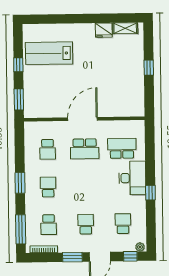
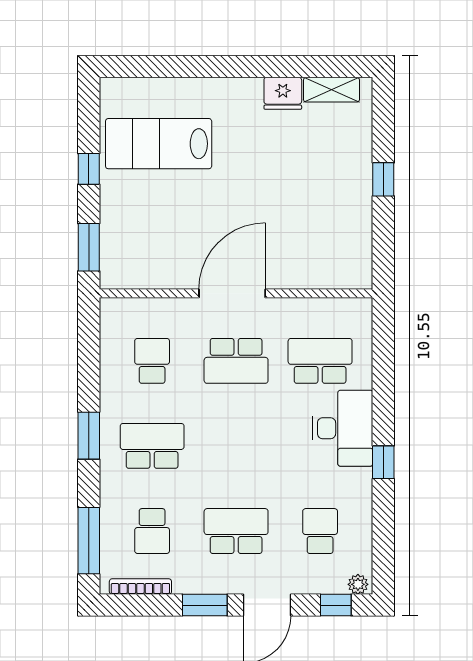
school desk: (48, 149) -> (152, 361), turned 180
school desk: (48, 187) -> (152, 446), width x1.85
school desk: (86, 224) -> (236, 531), width x1.85

